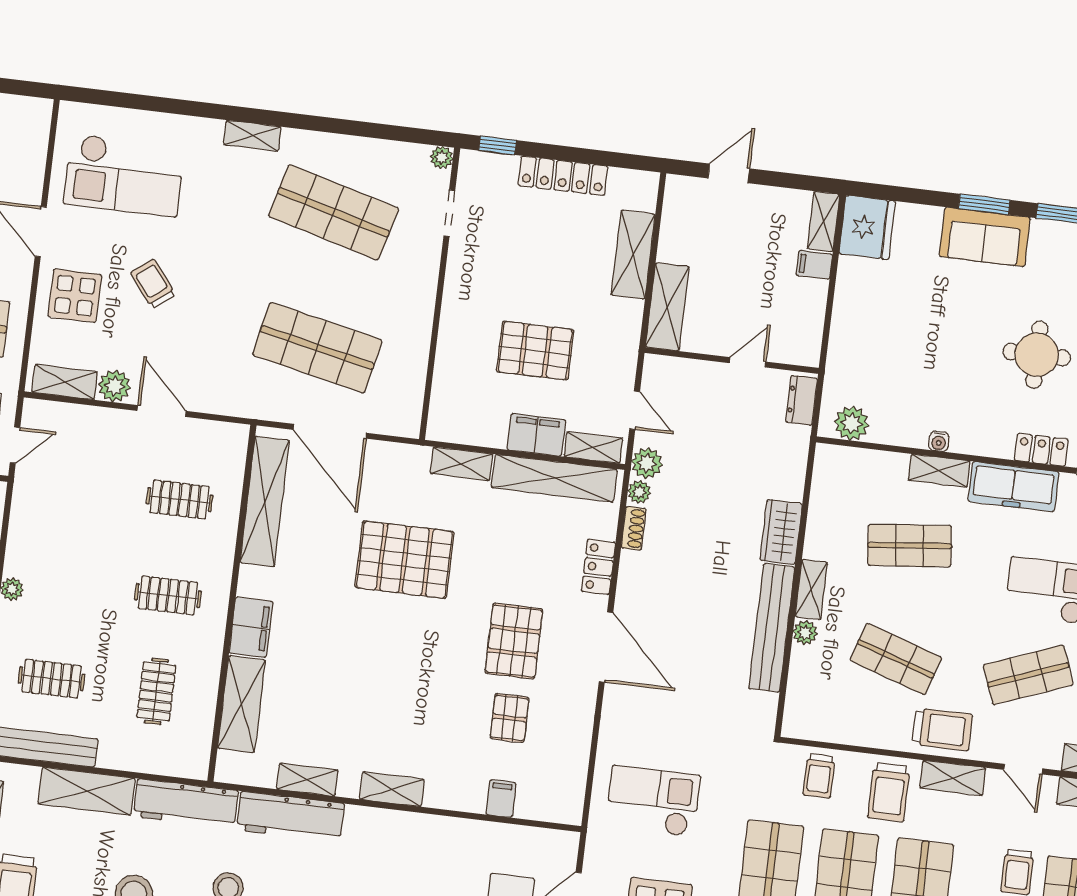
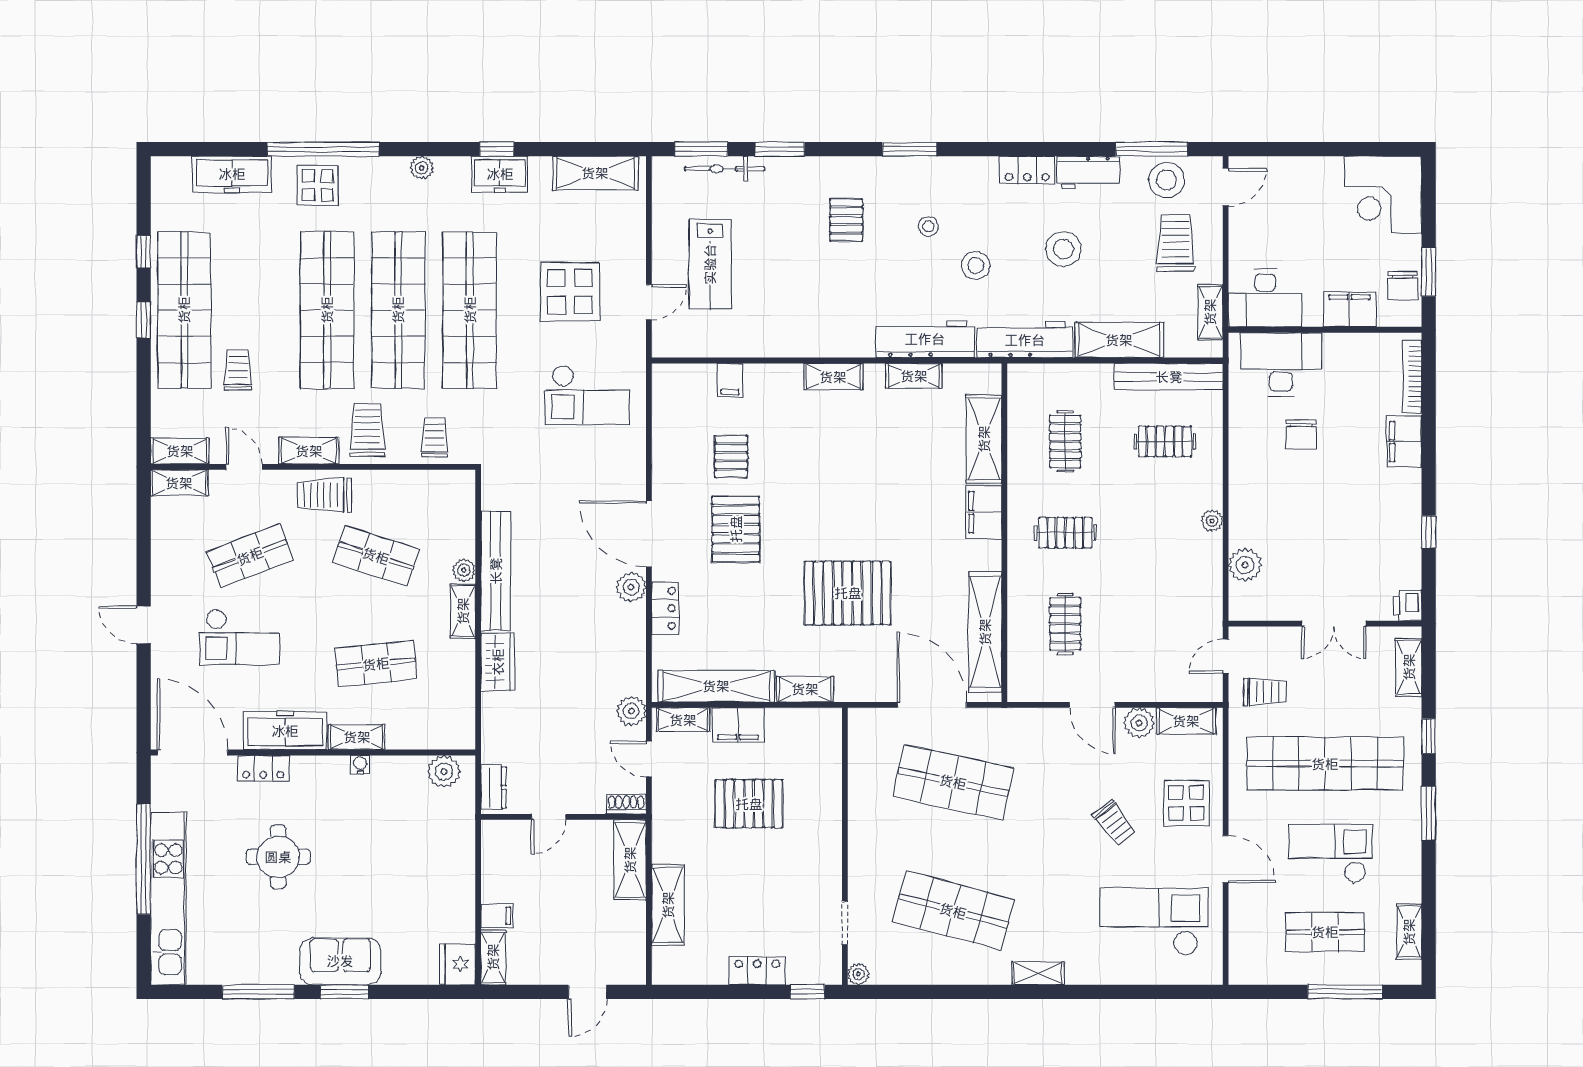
locker: (563, 176) -> (757, 971), width x0.66
fridge: (867, 227) -> (458, 964), width x0.73, depth x0.75
plant: (639, 492) -> (631, 587), moved, width x1.38, depth x1.38
clothes rail: (180, 499) -> (1065, 624), turned 90
shoe rack: (634, 528) -> (626, 804), moved, turned 90

